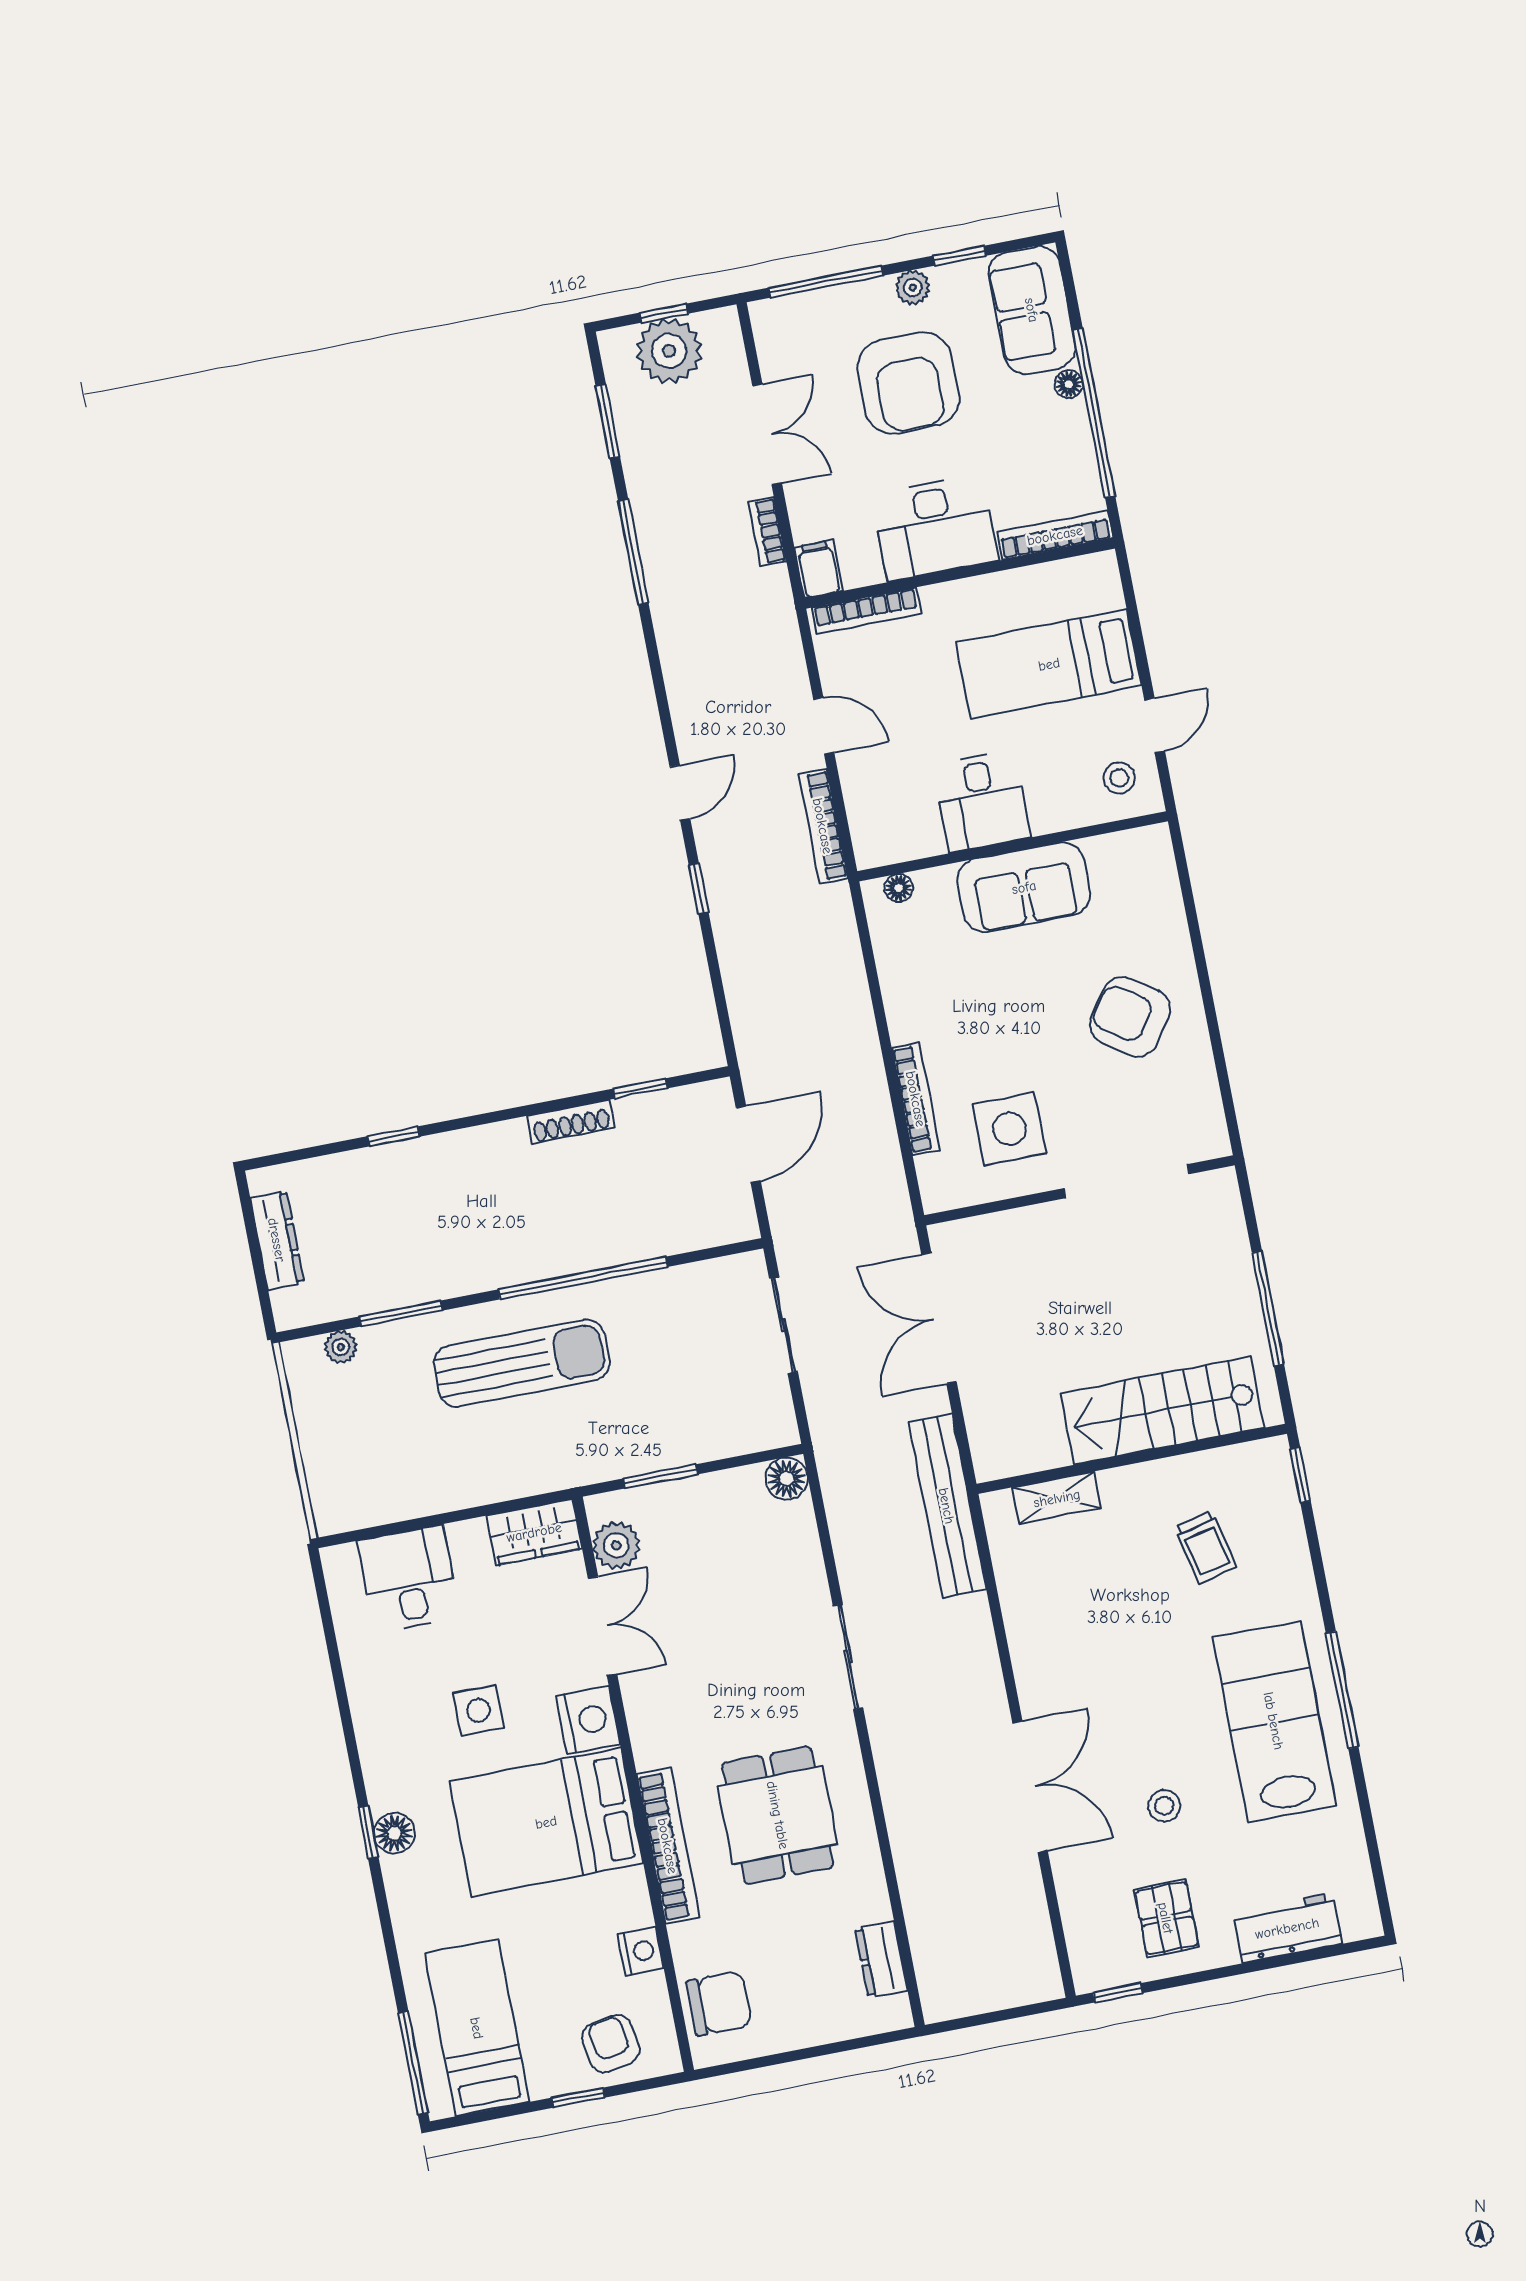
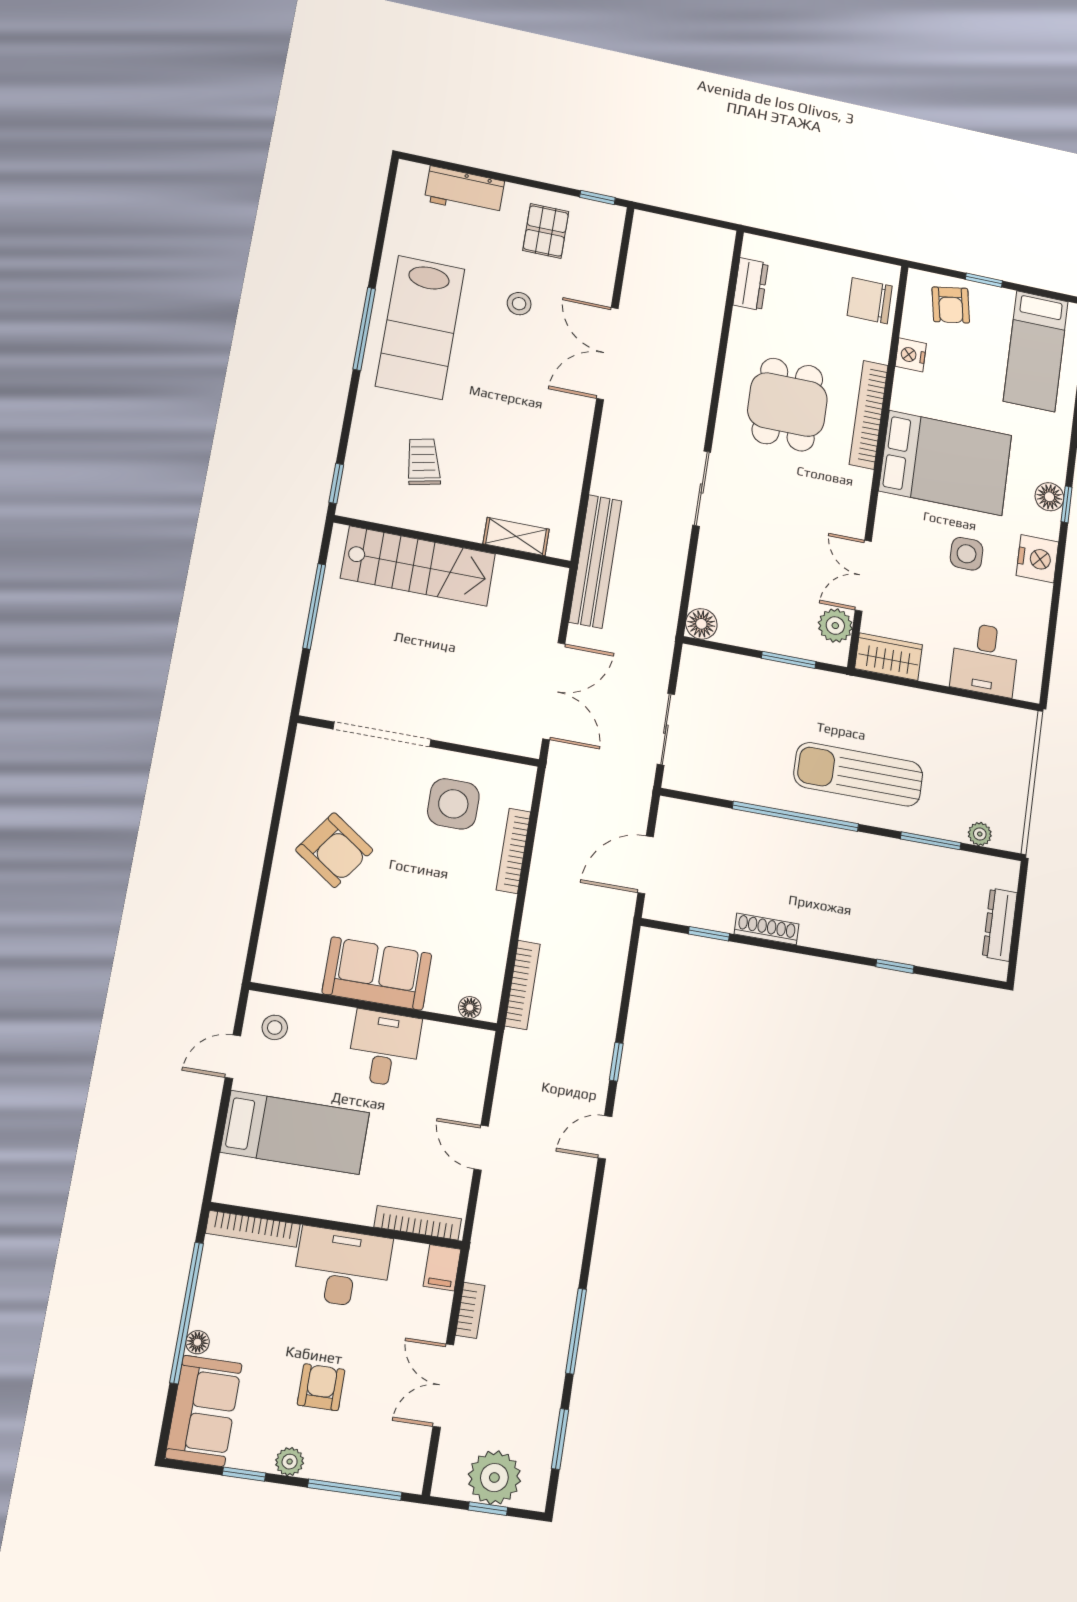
armchair: (908, 383) -> (321, 1387), width x0.53, depth x0.53
bookcase: (823, 826) -> (522, 985), moved
nightstand: (588, 1720) -> (1037, 559), moved, turned 180

